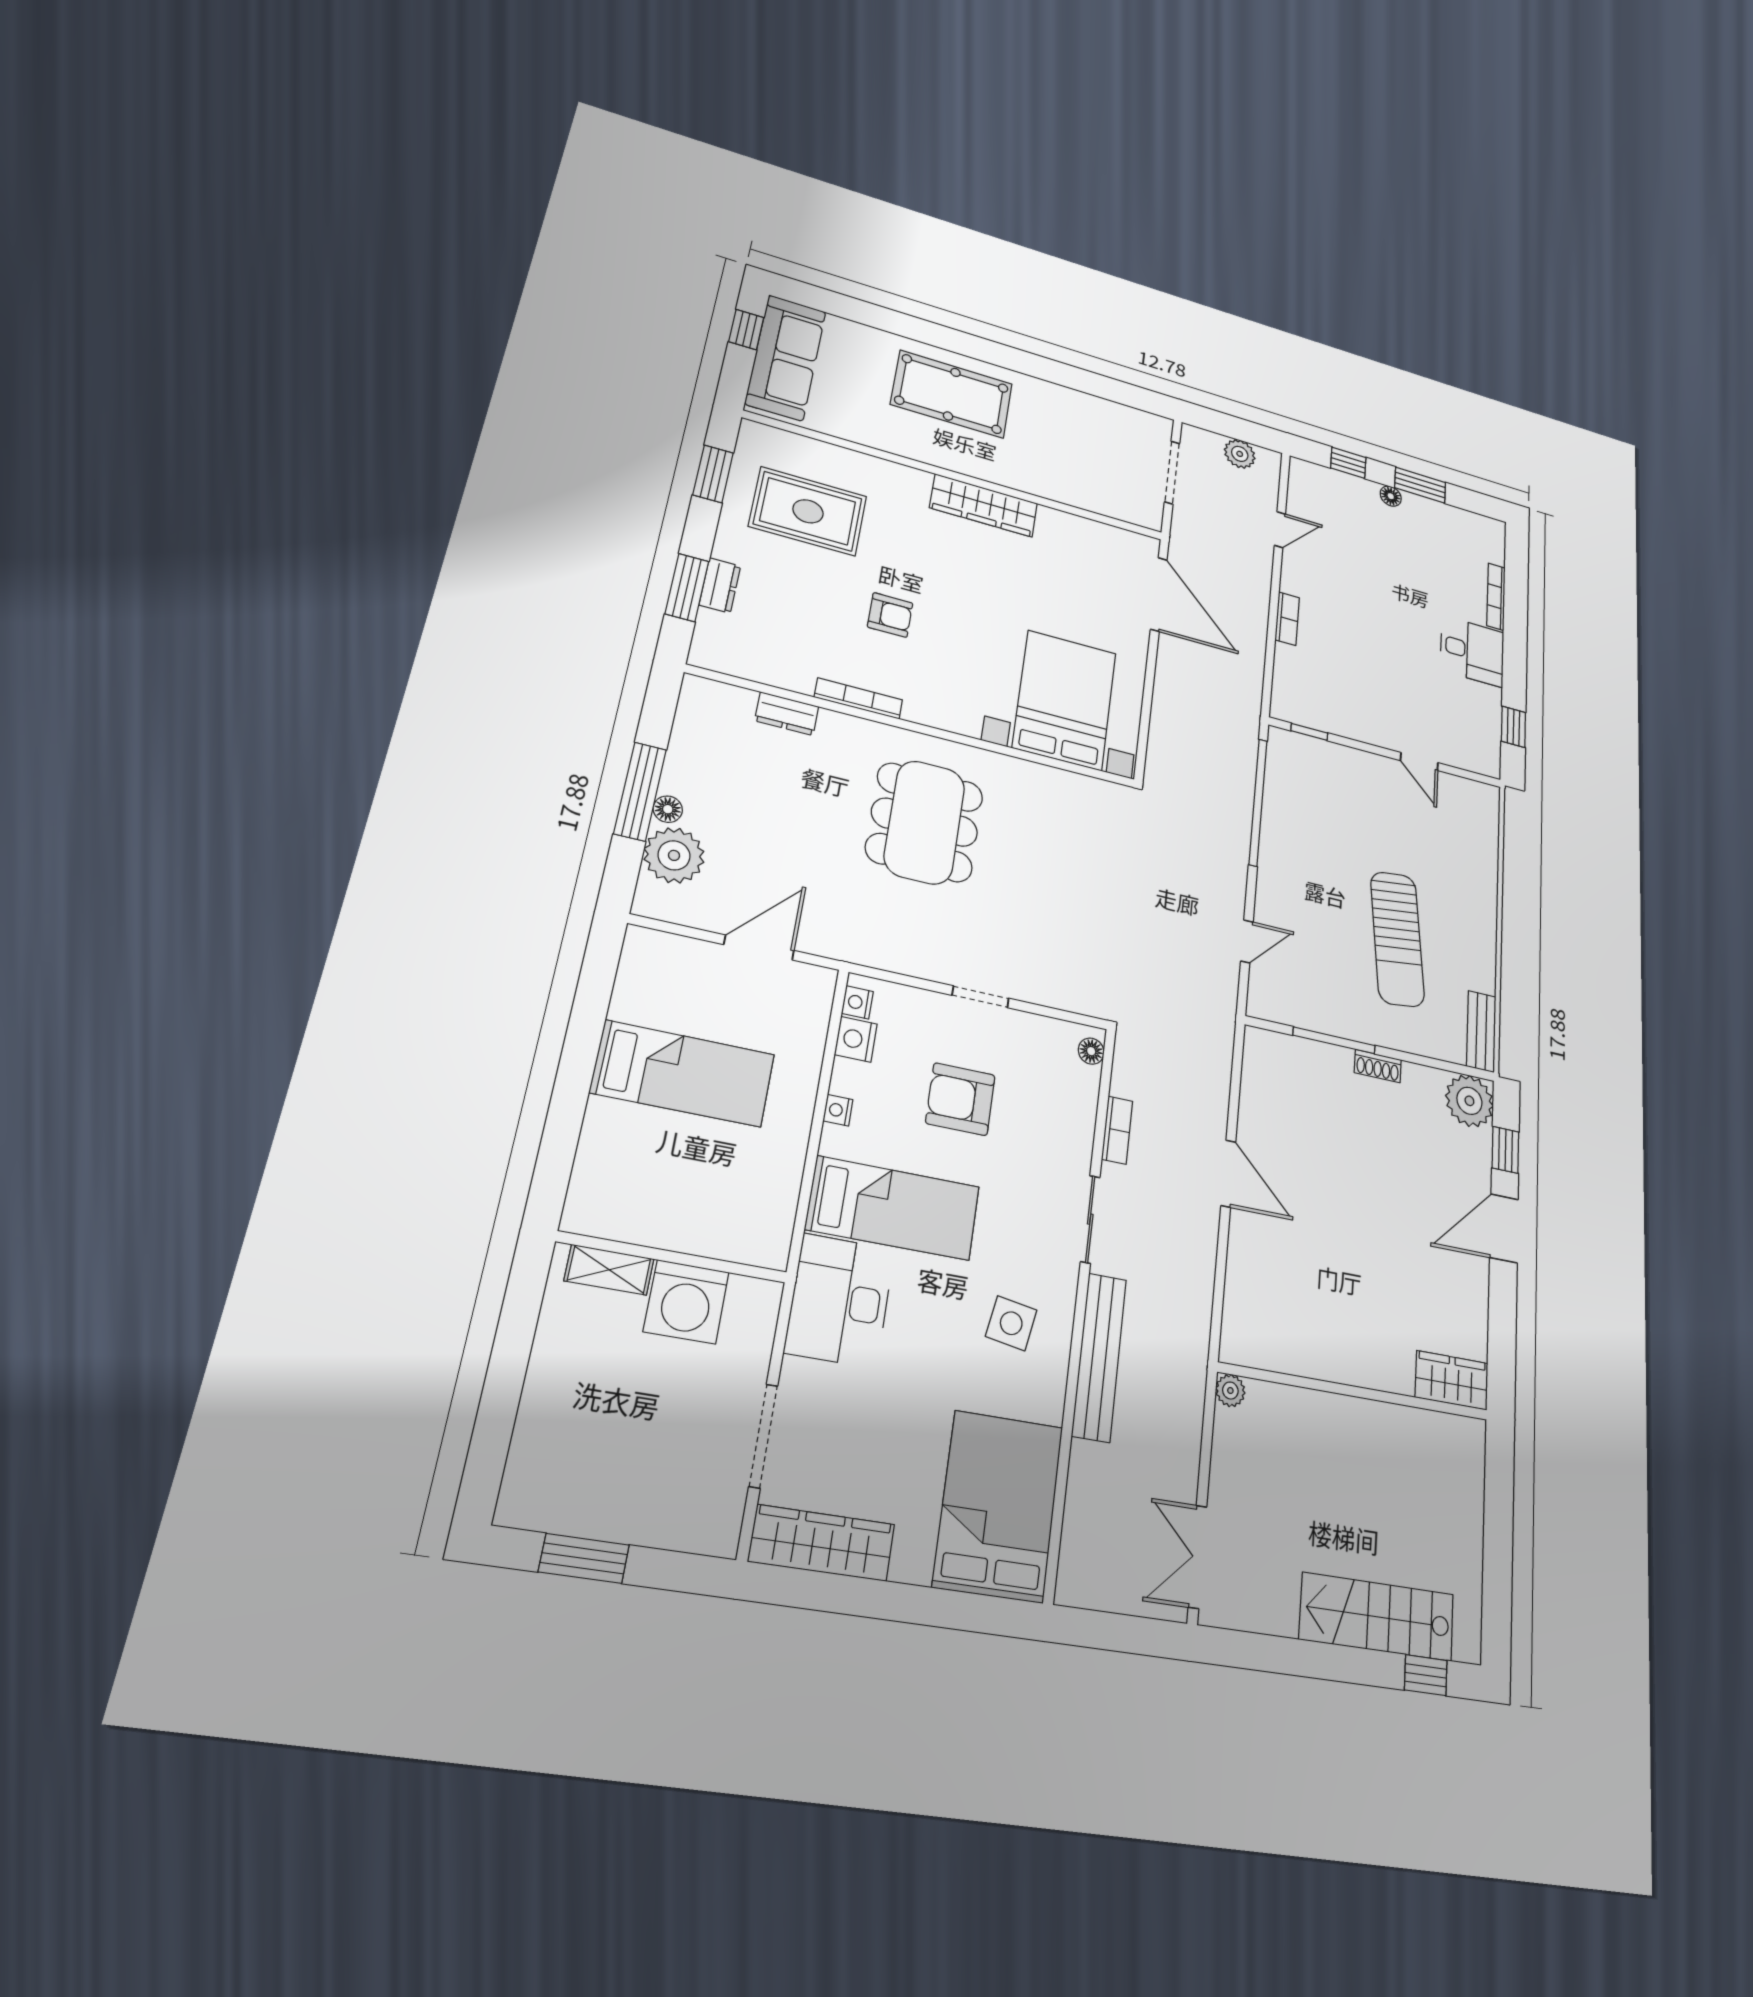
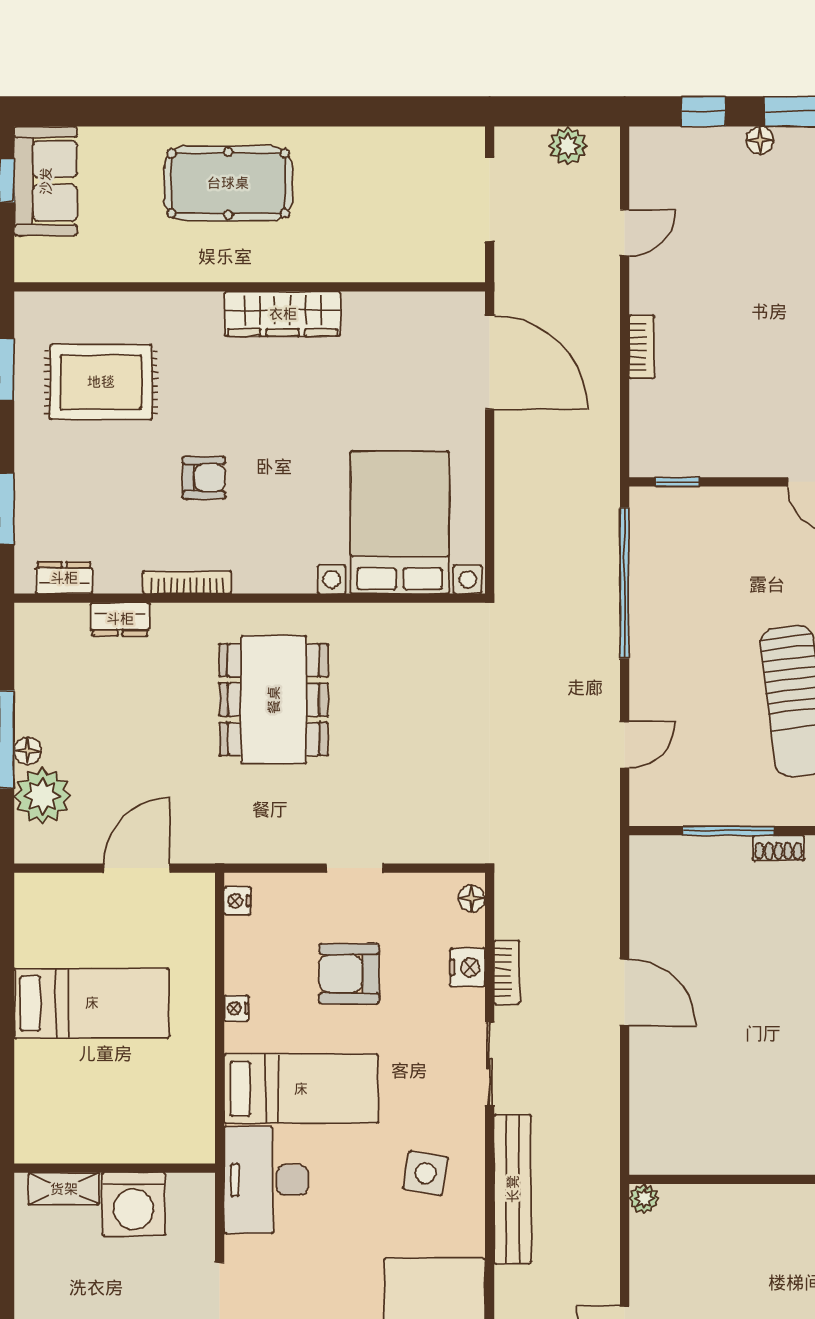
sofa: (786, 357) -> (46, 181), width x0.73
dresser: (720, 585) -> (64, 578), moved, turned -90
nightstand: (856, 1039) -> (467, 967), moved, turned 180

